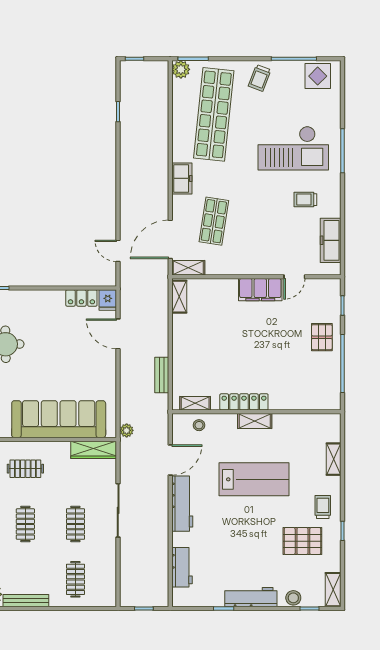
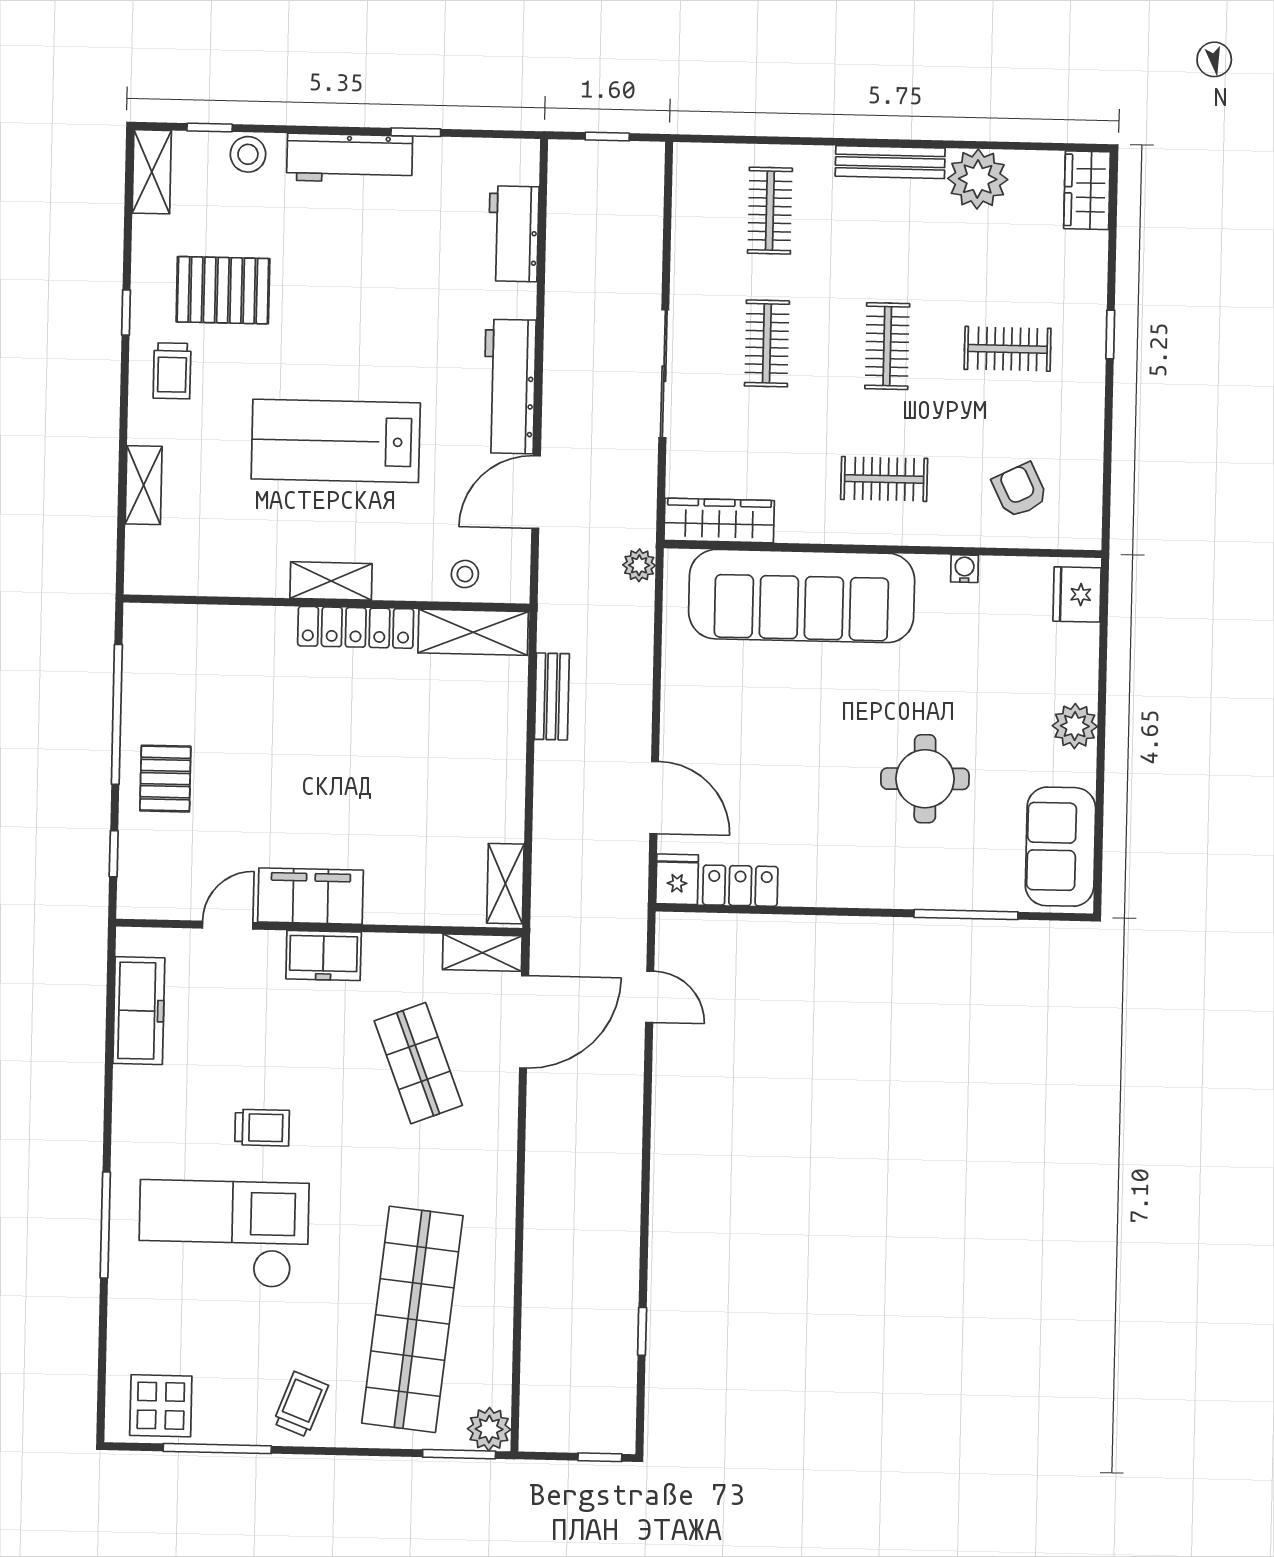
freezer: (182, 178) -> (324, 955), moved, turned -90
trolley: (305, 200) -> (262, 1128), moved
shop shelf: (214, 221) -> (418, 1063), turned -30
shelving: (195, 403) -> (473, 632), width x1.50, depth x1.33

